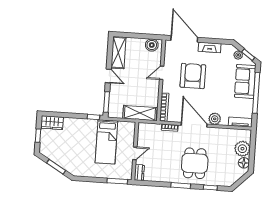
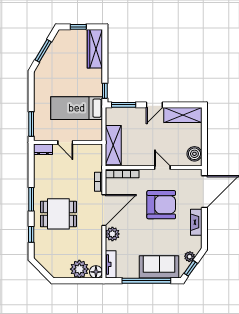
wardrobe: (52, 123) -> (95, 49), width x1.50
floor lamp: (244, 163) -> (96, 272), moved

